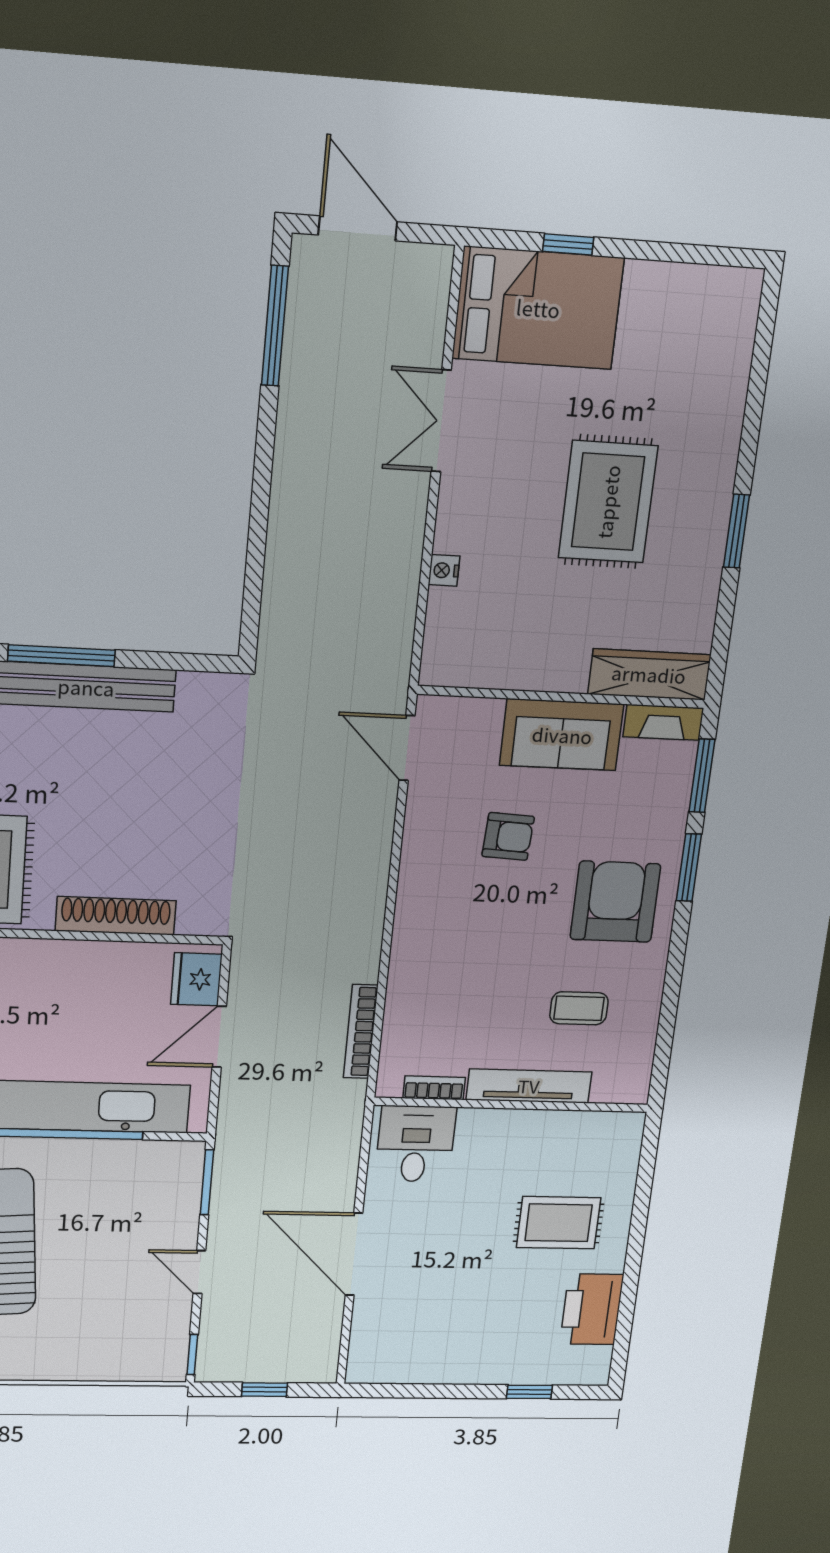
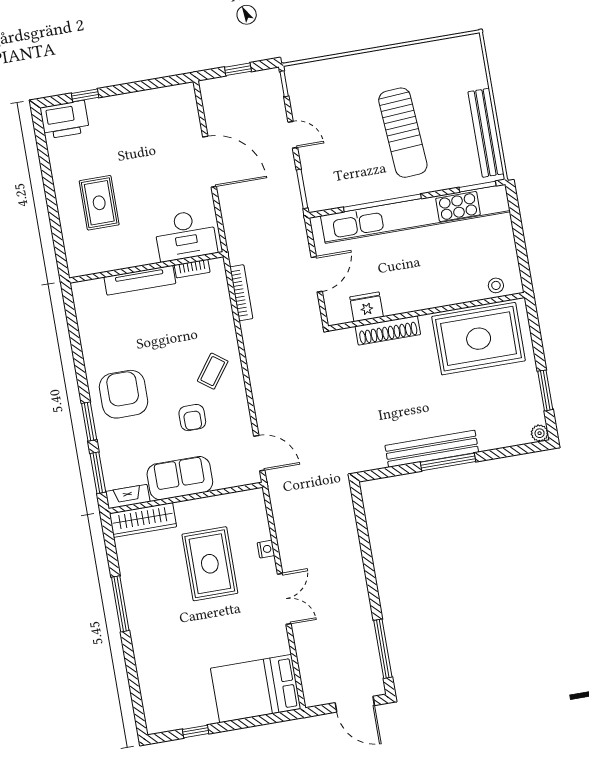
window: (568, 244) -> (196, 731), moved
double door: (441, 421) -> (284, 599), moved
rug: (608, 502) -> (210, 564), moved
window: (737, 531) -> (120, 604), width x1.44
armchair: (508, 836) -> (192, 418), turned -93
armchair: (615, 902) -> (124, 394), turned 180
fridge: (196, 979) -> (367, 307), moved, turned -90
coffee table: (579, 1008) -> (213, 371), moved, turned -54
desk: (415, 1144) -> (186, 235), width x1.37
rug: (559, 1223) -> (99, 203), turned 90
printer: (592, 1309) -> (65, 120), moved, turned 90

